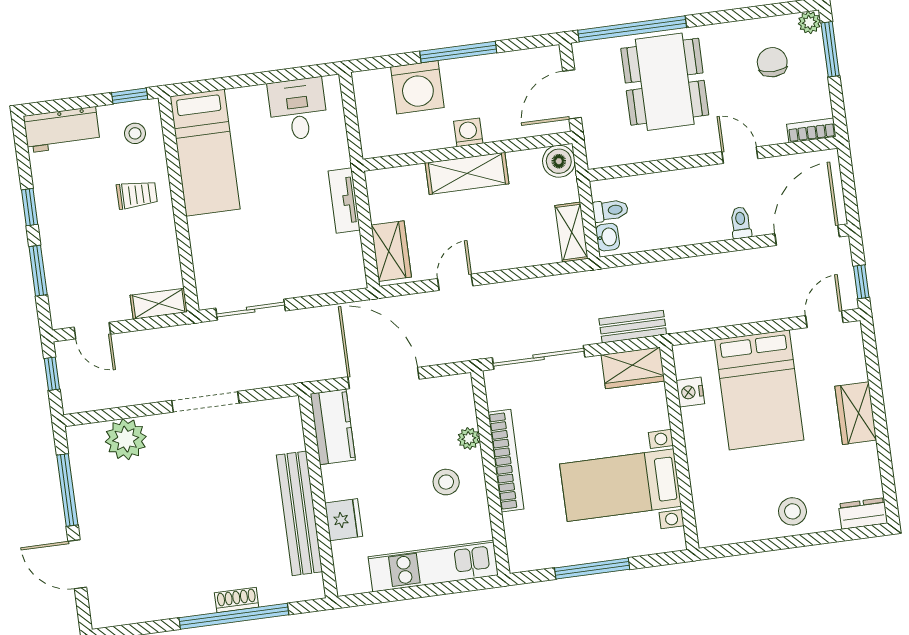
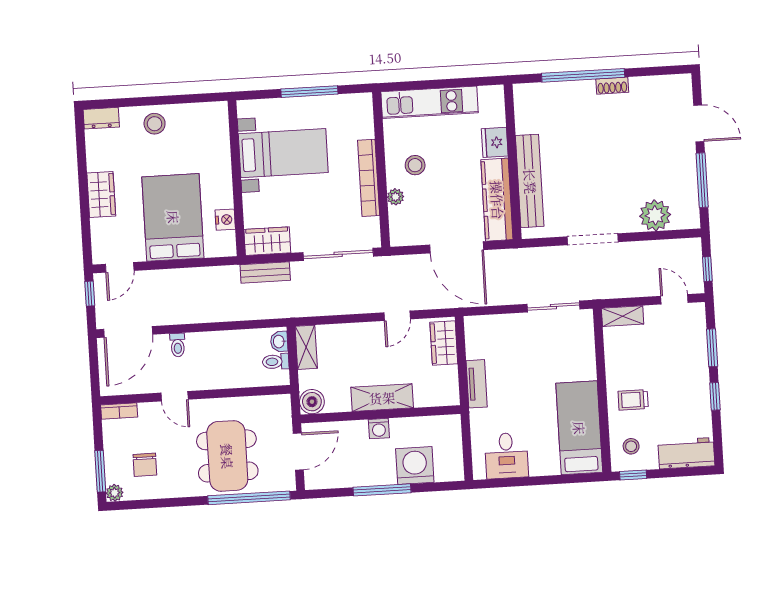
kitchen counter: (333, 427) -> (497, 200), width x1.50
bench: (299, 513) -> (530, 181), moved
shoe rack: (237, 600) -> (612, 86), moved

